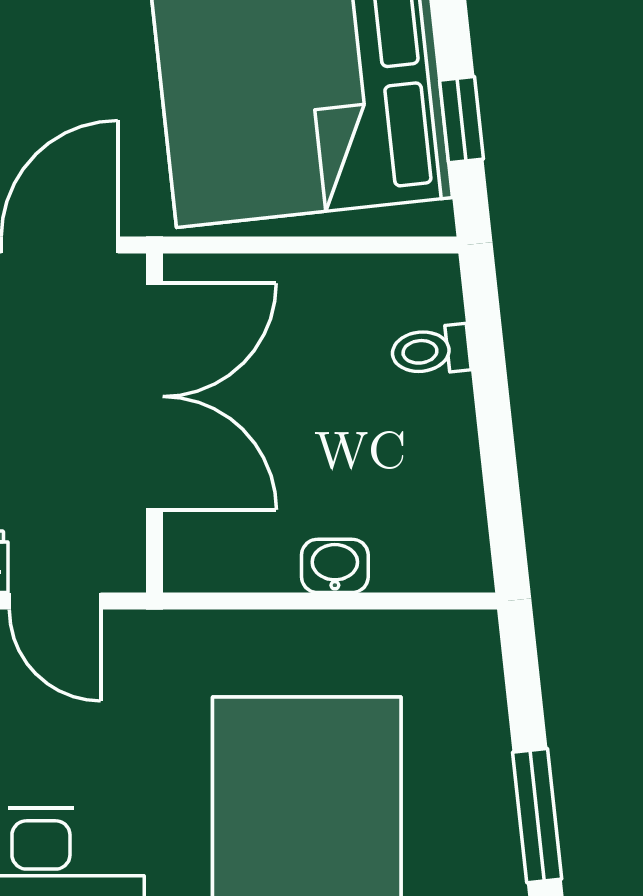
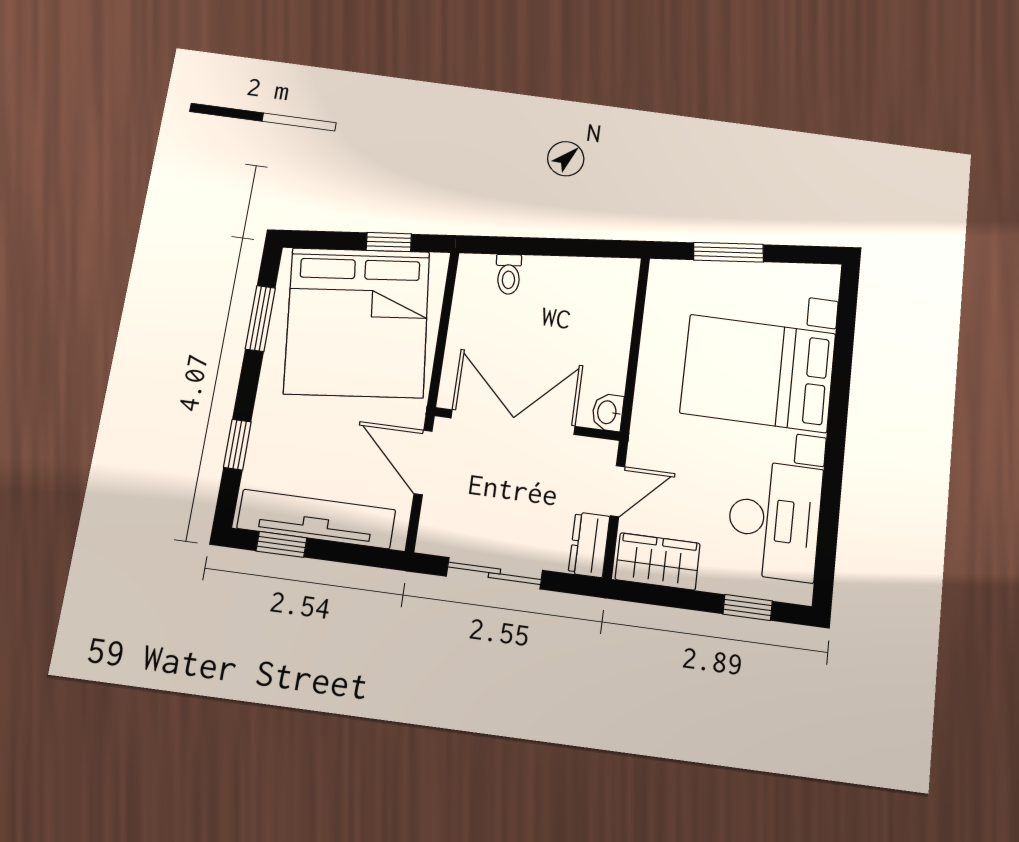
washbasin: (335, 566) -> (608, 412), moved
window: (537, 816) -> (728, 252), moved

